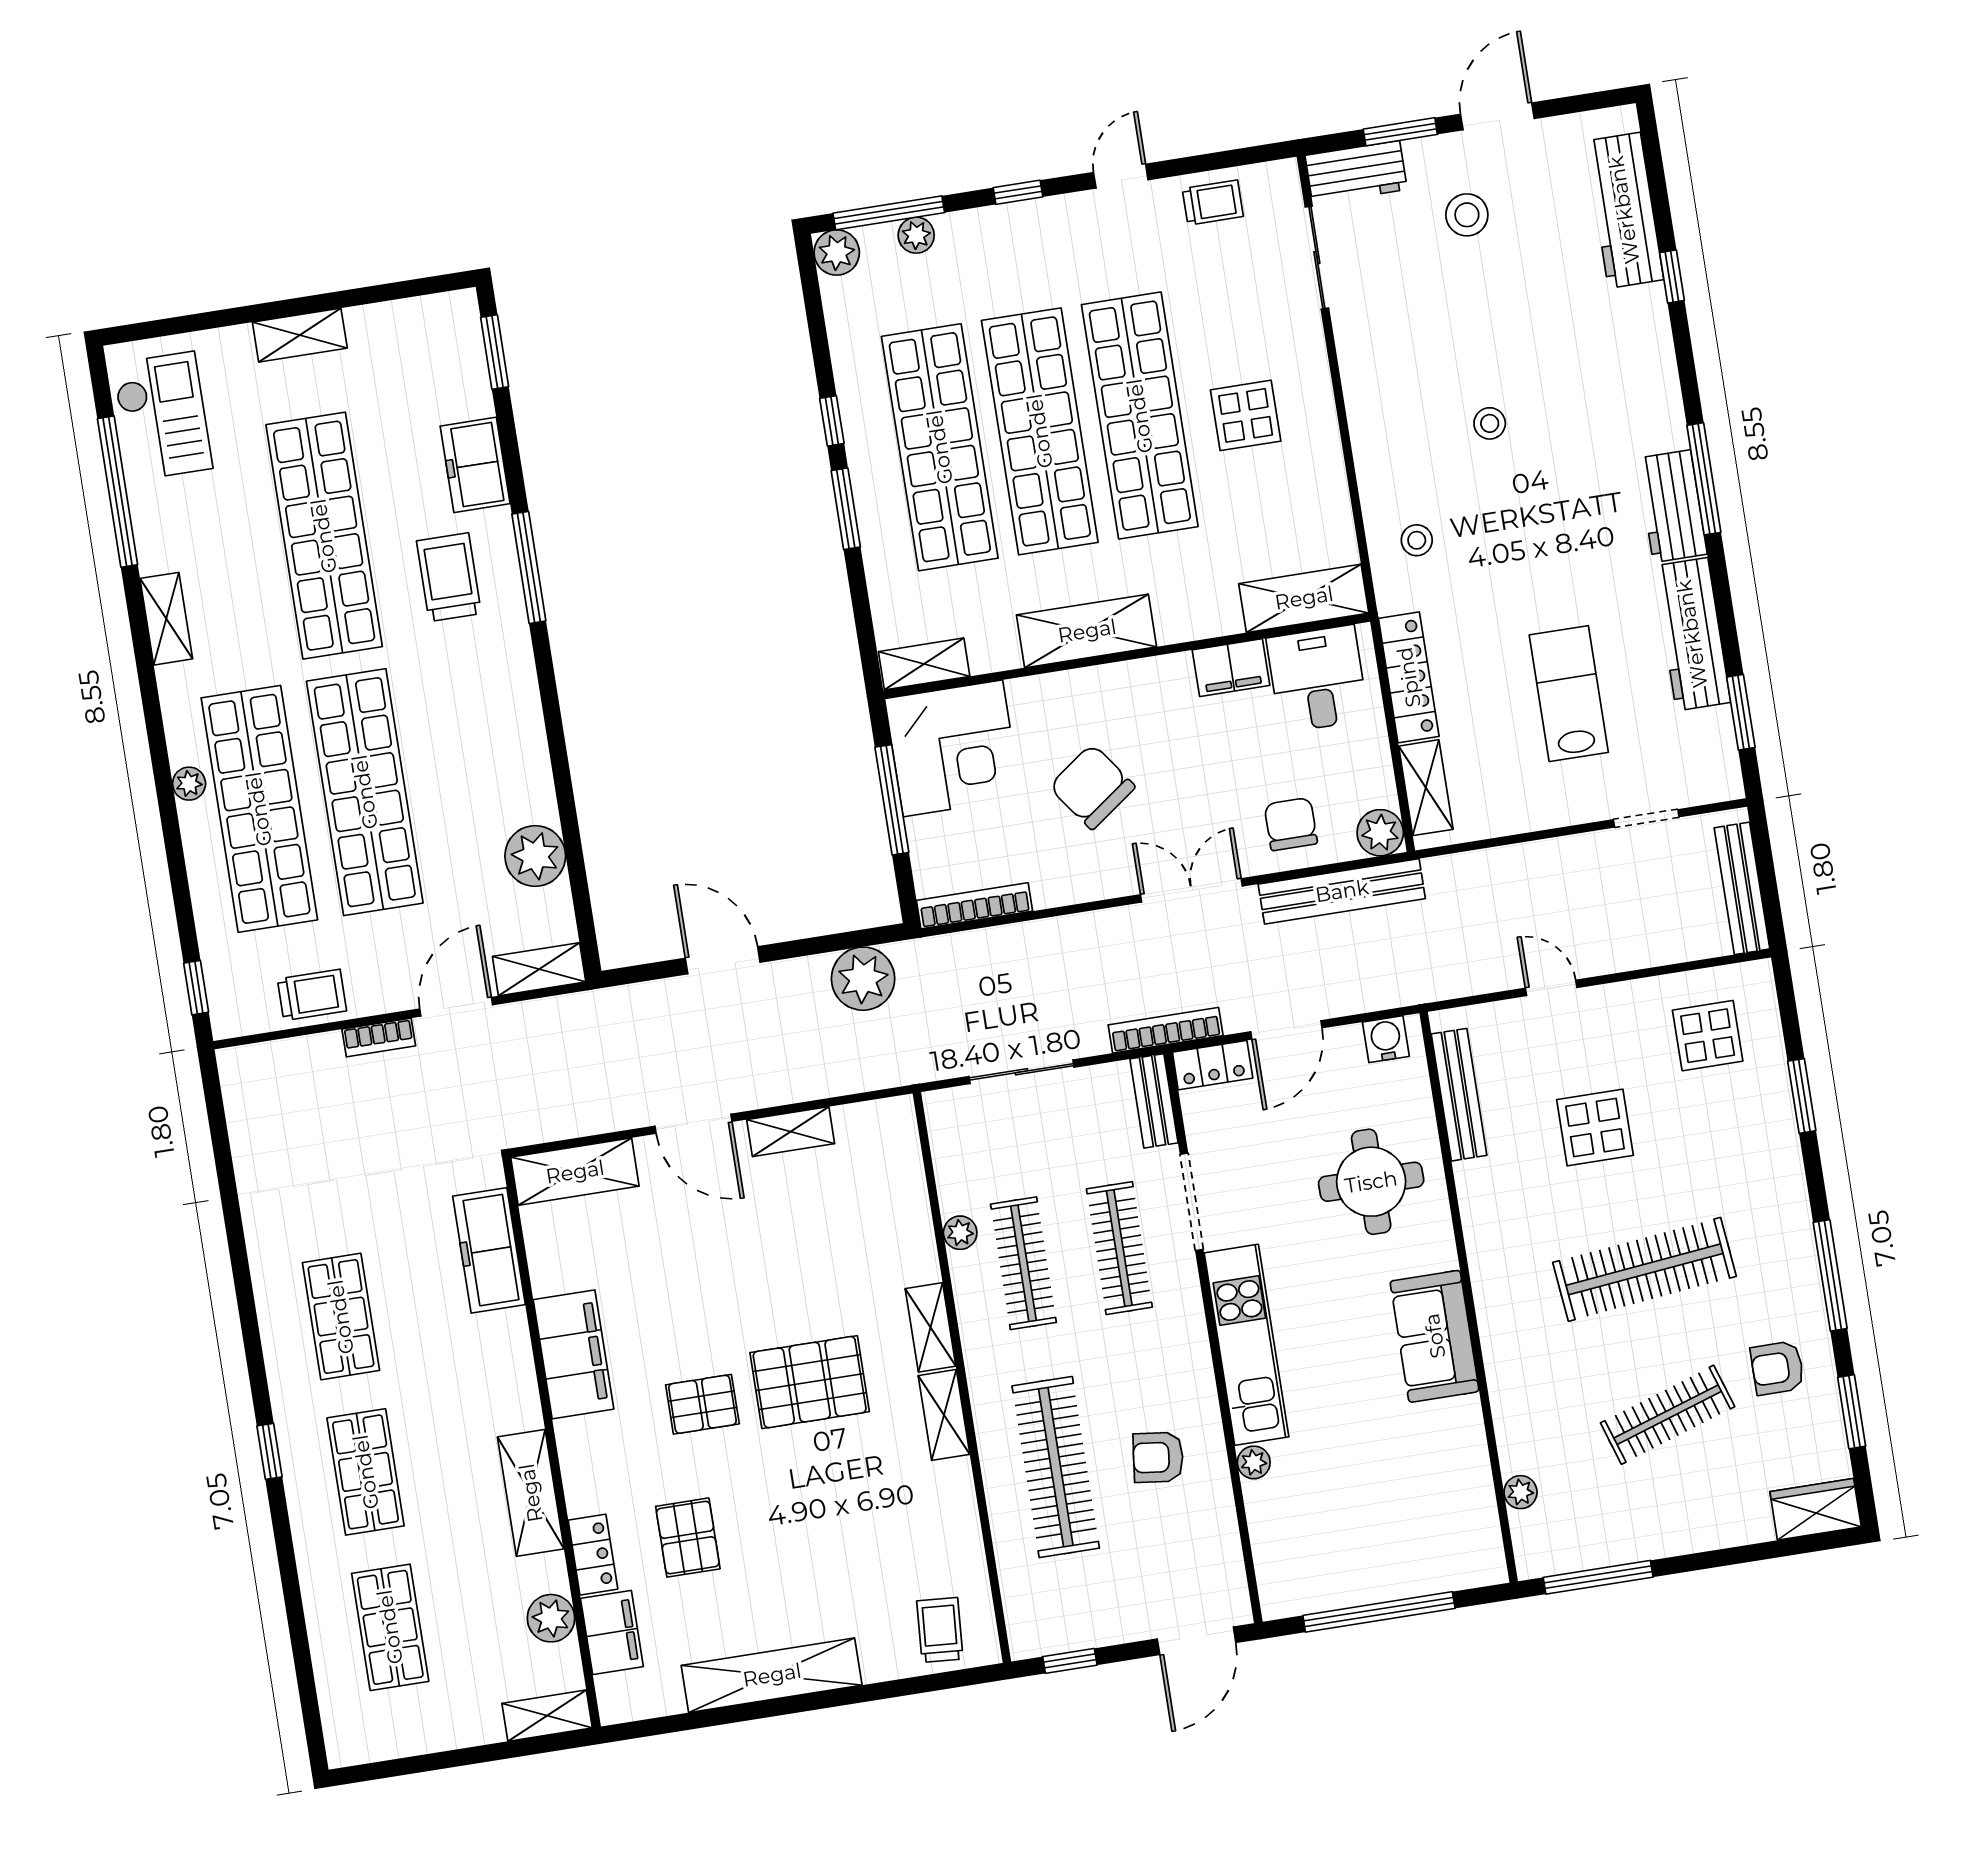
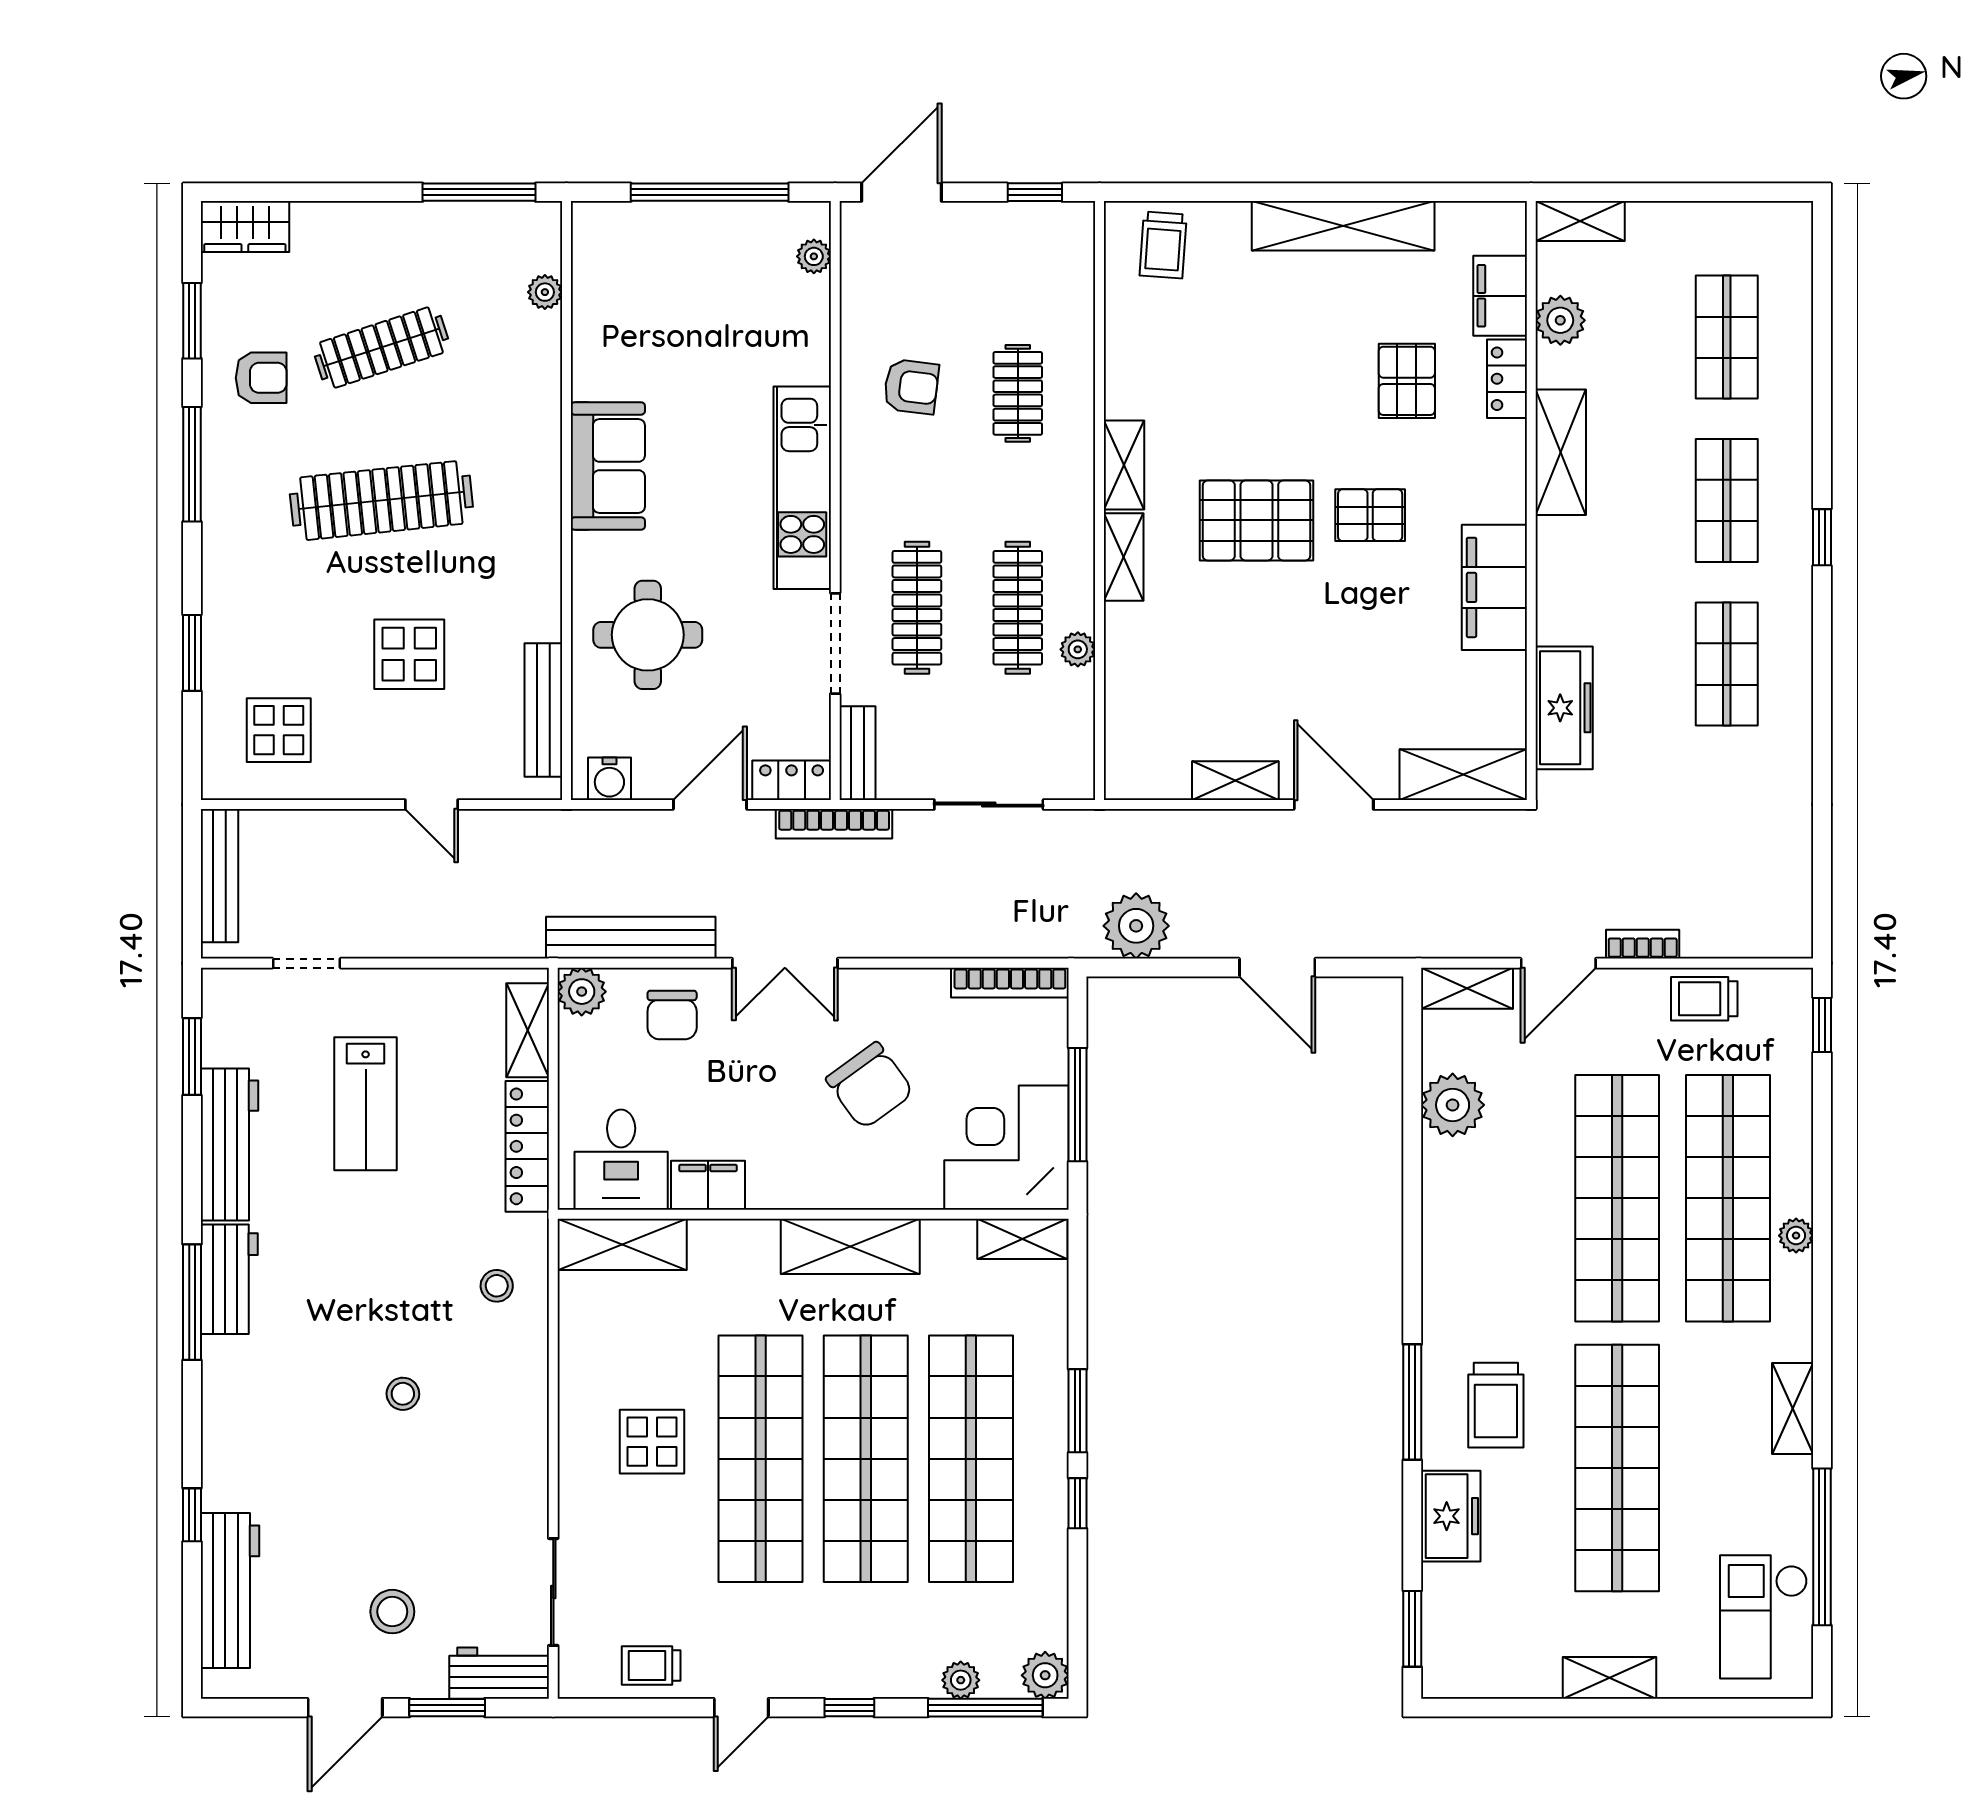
plant: (1254, 1462) -> (814, 256), moved
clothes rail: (1056, 1467) -> (1018, 393), width x0.54, depth x0.76

